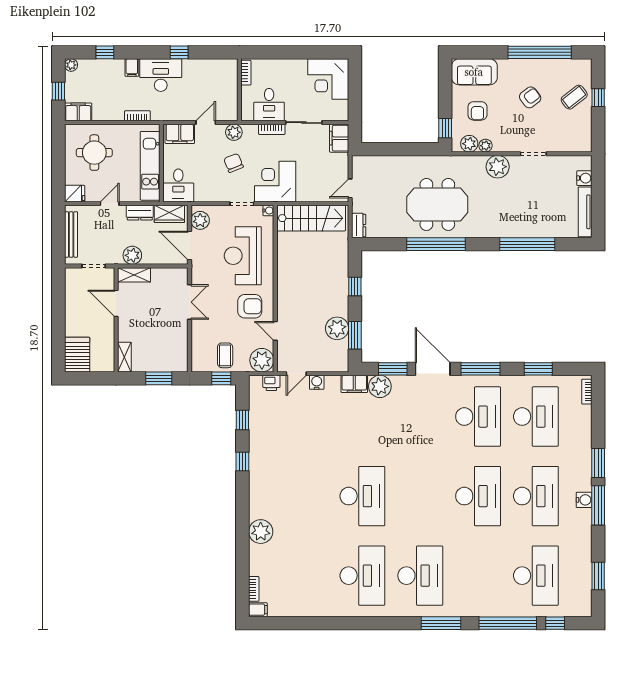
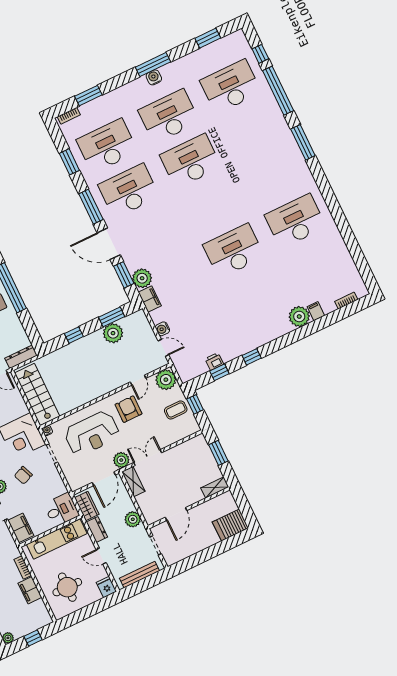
filing cabinet: (78, 112) -> (30, 590), moved
plant: (200, 220) -> (121, 460), moved
dresser: (359, 226) -> (21, 357), width x1.44
shelving: (134, 275) -> (133, 482), moved
door: (433, 369) -> (109, 244), hinge flipped
printer: (271, 383) -> (214, 361), moved, turned -90
window: (598, 463) -> (88, 96), moved
desk: (420, 576) -> (274, 176), removed
filing cabinet: (258, 610) -> (316, 311), moved

